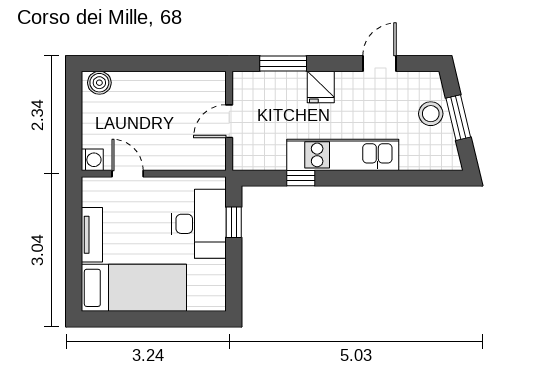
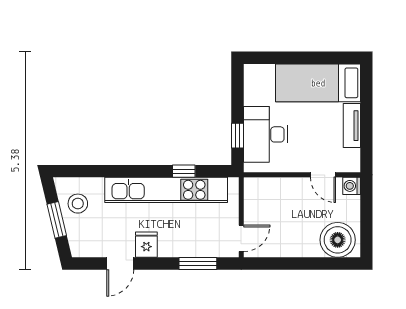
boiler: (99, 83) -> (338, 240), width x1.86, depth x1.86
fridge: (321, 87) -> (146, 245), moved
stool: (431, 114) -> (78, 204), moved
door: (229, 121) -> (241, 238), moved
kitchen unit: (343, 155) -> (166, 190), width x1.36

